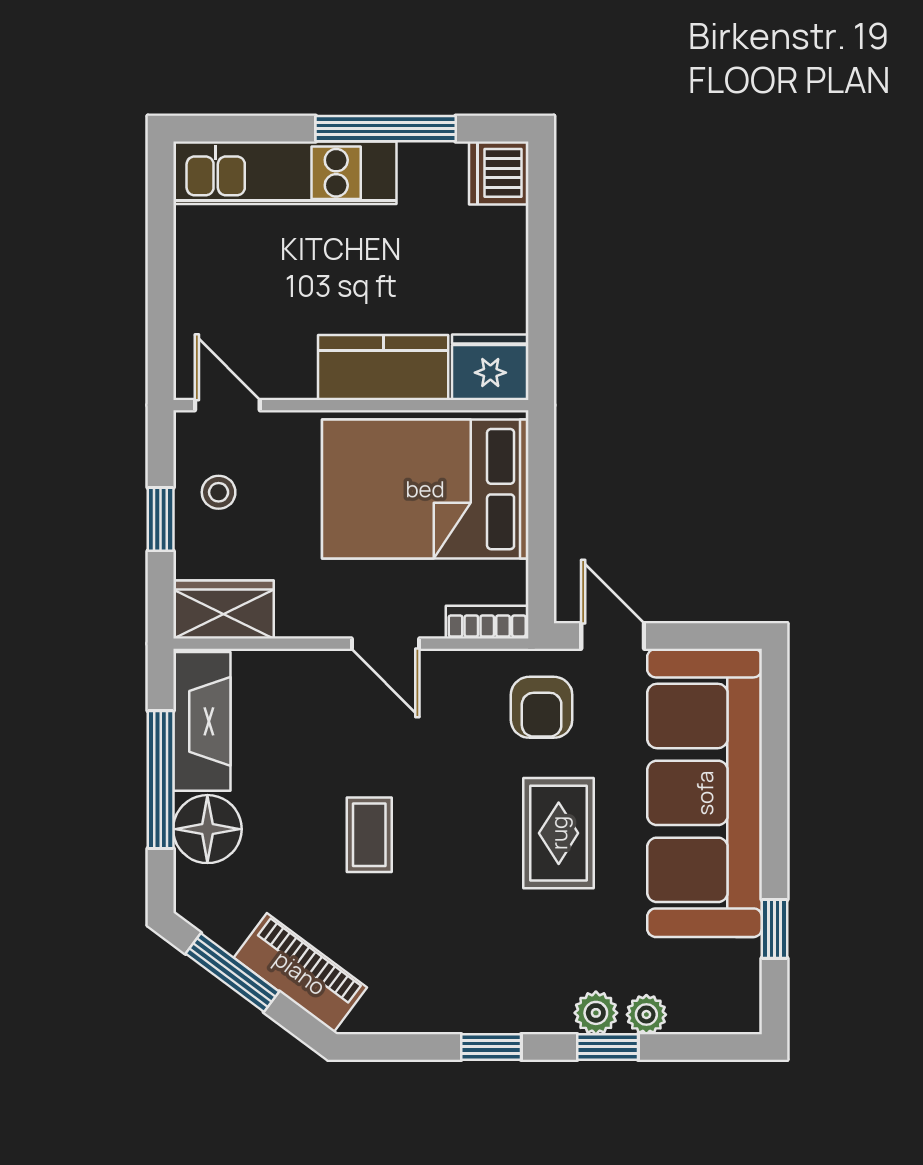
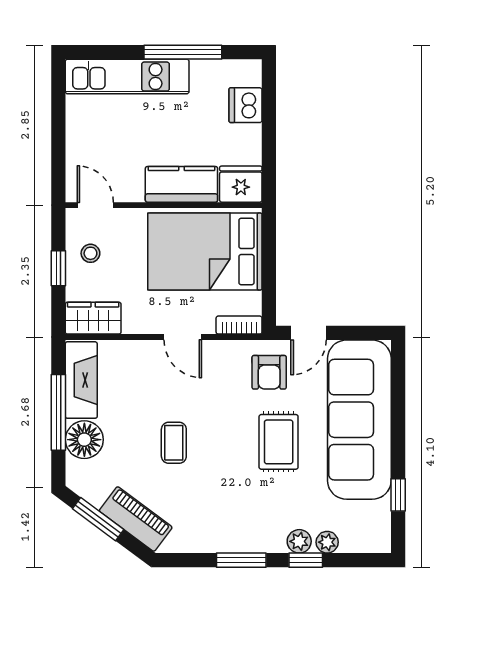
dishwasher: (499, 173) -> (246, 105), moved
door: (613, 636) -> (308, 333), swing flipped
window: (491, 1047) -> (241, 560), width x1.50

